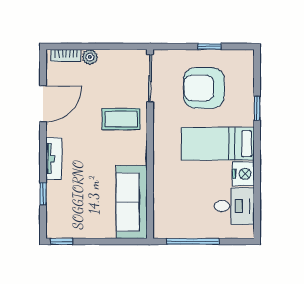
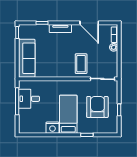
sofa: (132, 202) -> (27, 58), moved, turned 90
desk: (234, 206) -> (29, 99), moved, turned 90

